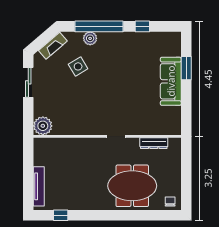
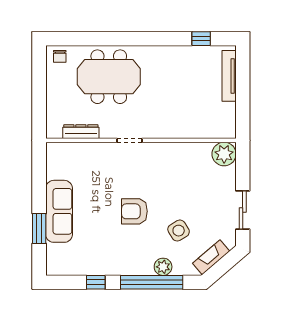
armchair: (112, 81) -> (134, 211), added

